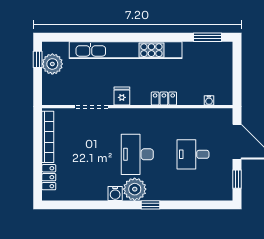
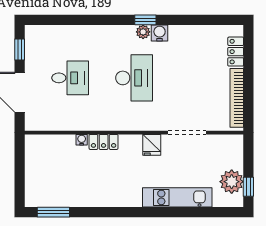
kitchen unit: (126, 50) -> (177, 197), width x0.54
water cooler: (209, 100) -> (82, 140), moved
plant: (135, 189) -> (143, 32), width x0.53, depth x0.53
window: (150, 205) -> (145, 20), moved

